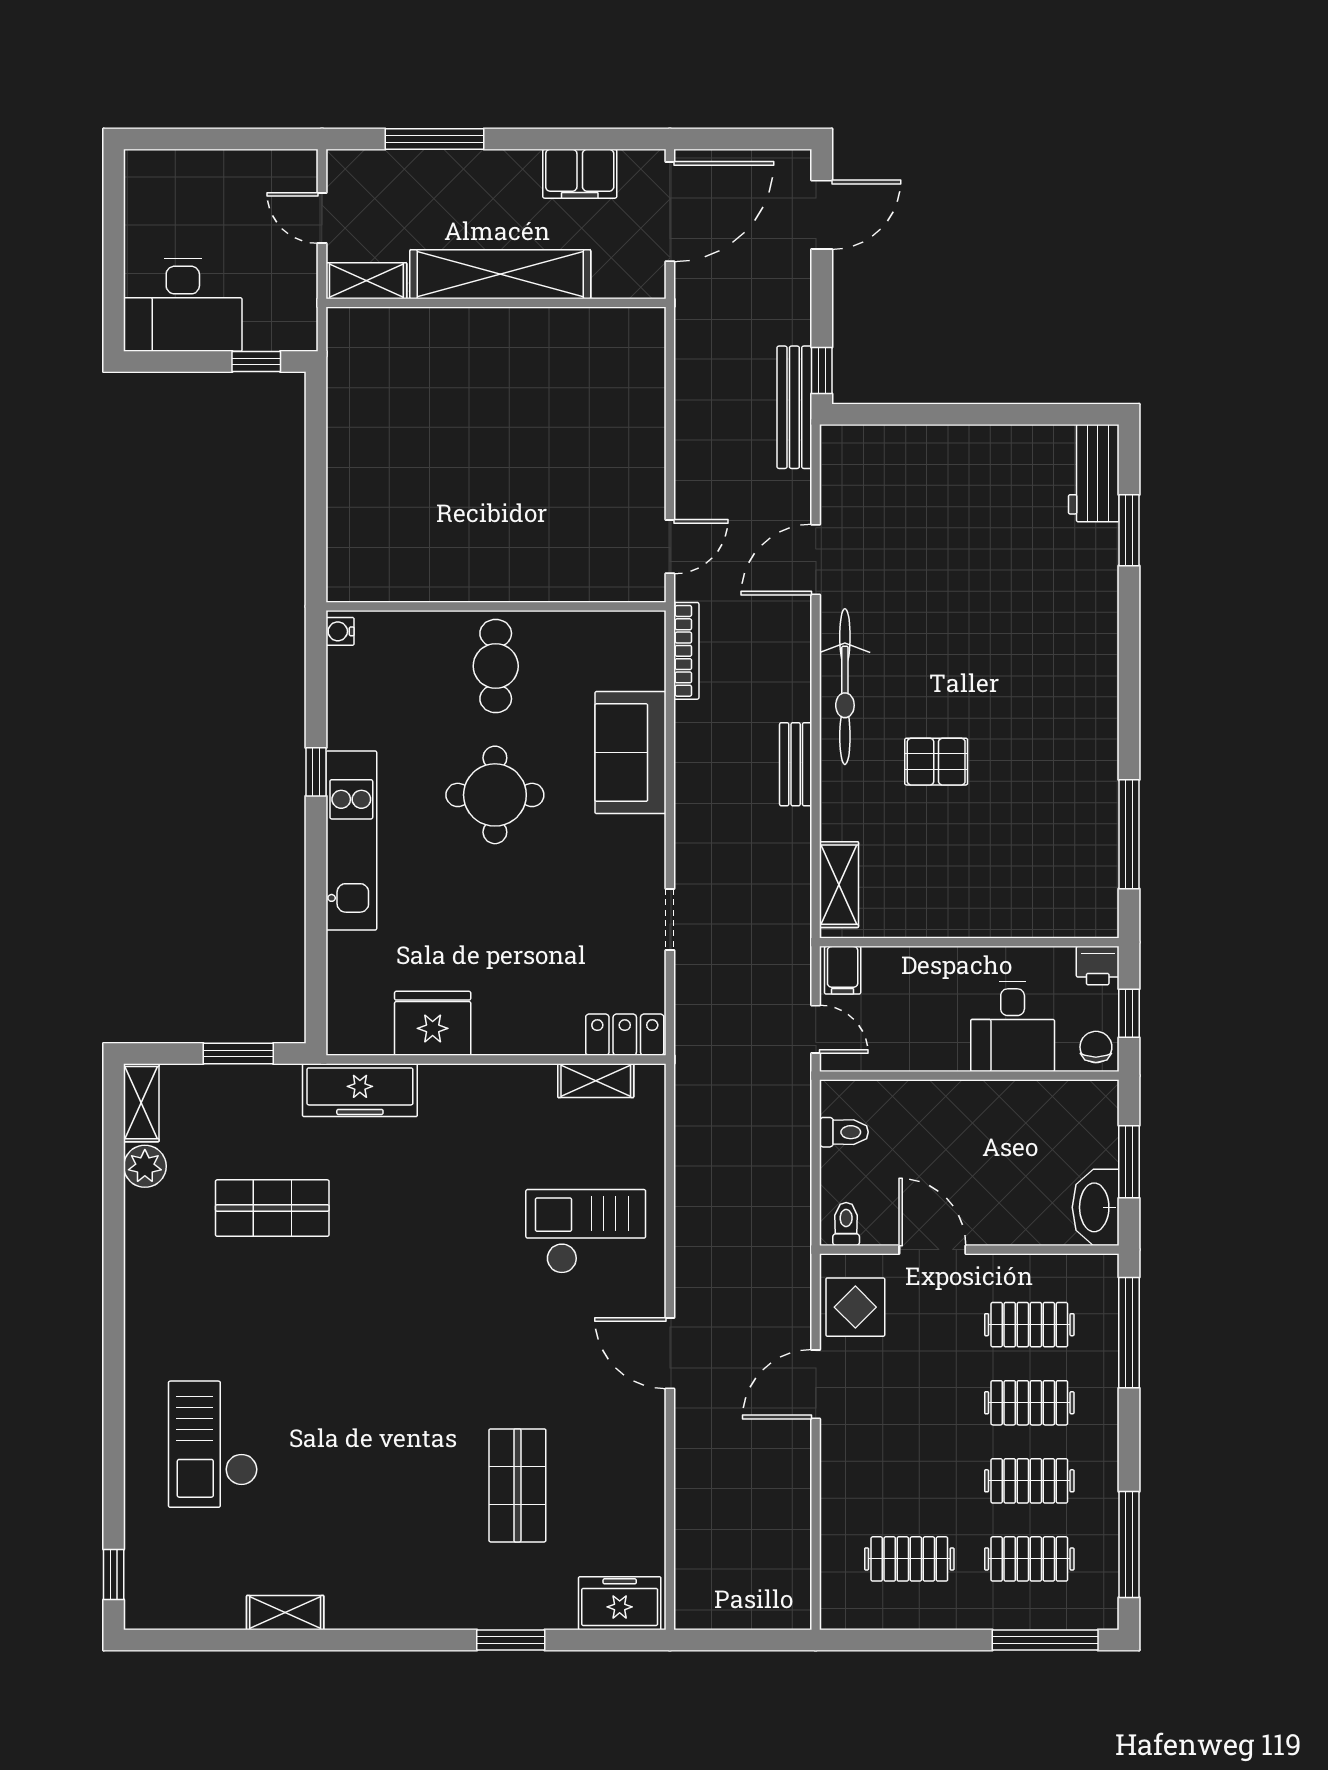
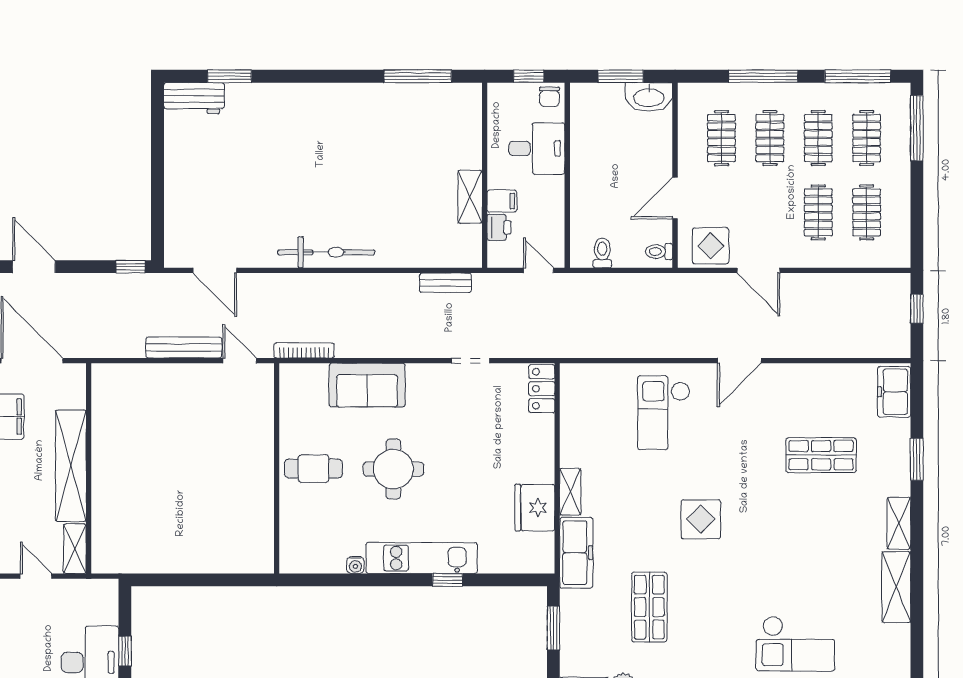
door: (322, 218) -> (36, 576), swing flipped
window: (256, 362) -> (125, 651), moved
bench: (794, 407) -> (184, 348), moved
door: (816, 560) -> (215, 270), moved
water cooler: (340, 631) -> (355, 565), moved
pallet: (936, 762) -> (373, 196), removed
bench: (796, 764) -> (445, 283), moved
window: (316, 772) -> (448, 580), moved
shelving: (839, 885) -> (470, 197), moved, turned 90
printer: (1098, 966) -> (499, 227), moved
filing cabinet: (843, 970) -> (502, 201), moved
door: (816, 1029) -> (538, 270), hinge flipped
chair: (1096, 1047) -> (549, 97), turned -90
shelving: (596, 1081) -> (570, 492), moved
display table: (414, 1291) -> (701, 519), added
window: (1129, 1333) -> (763, 76), moved
clothes rail: (909, 1481) -> (818, 212), added
shelving: (408, 1611) -> (899, 523), added
shelving: (285, 1613) -> (896, 587), width x1.50, depth x1.33
window: (754, 1640) -> (917, 309), added

